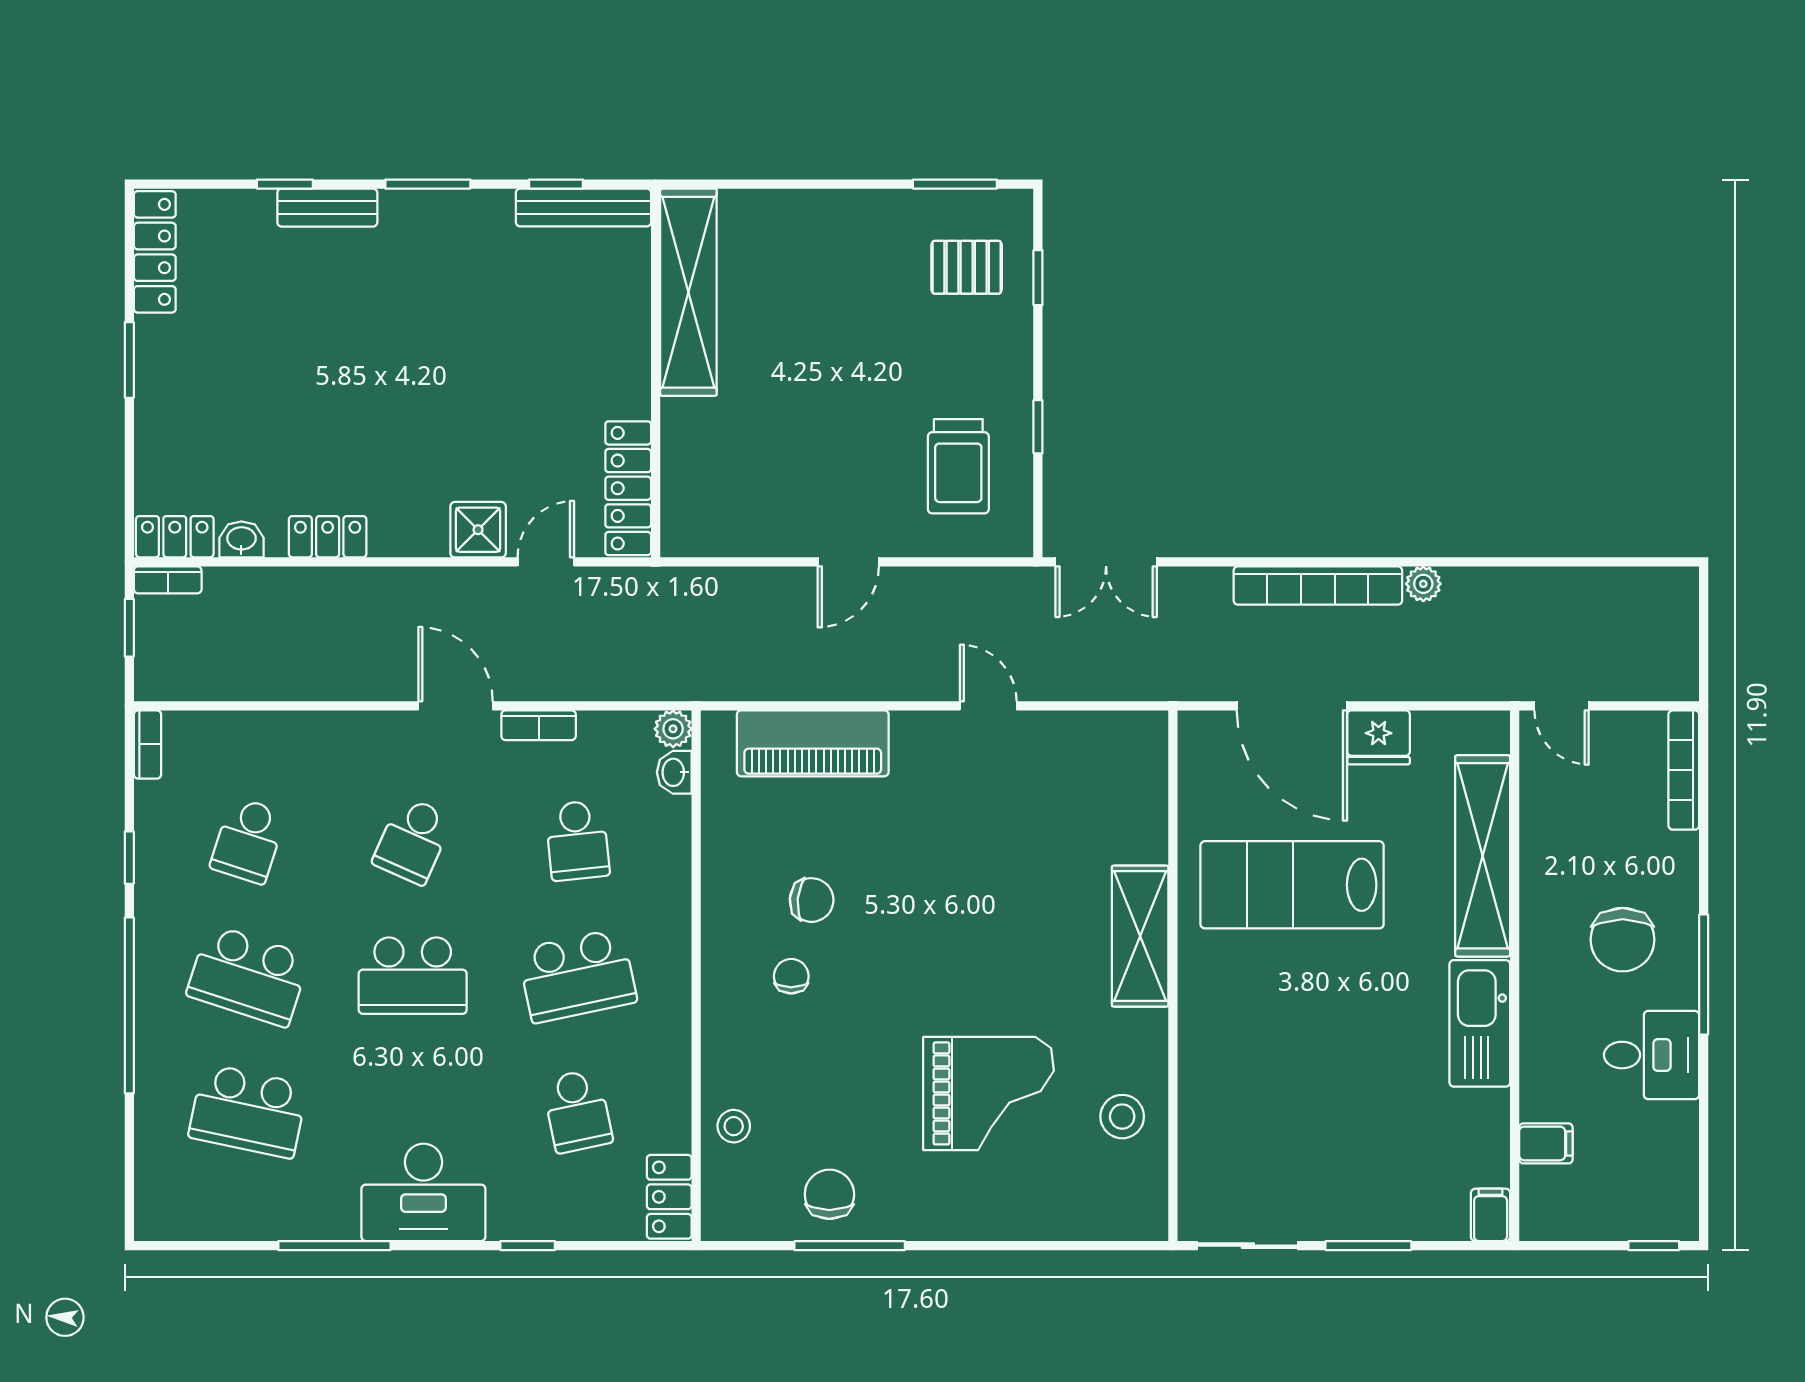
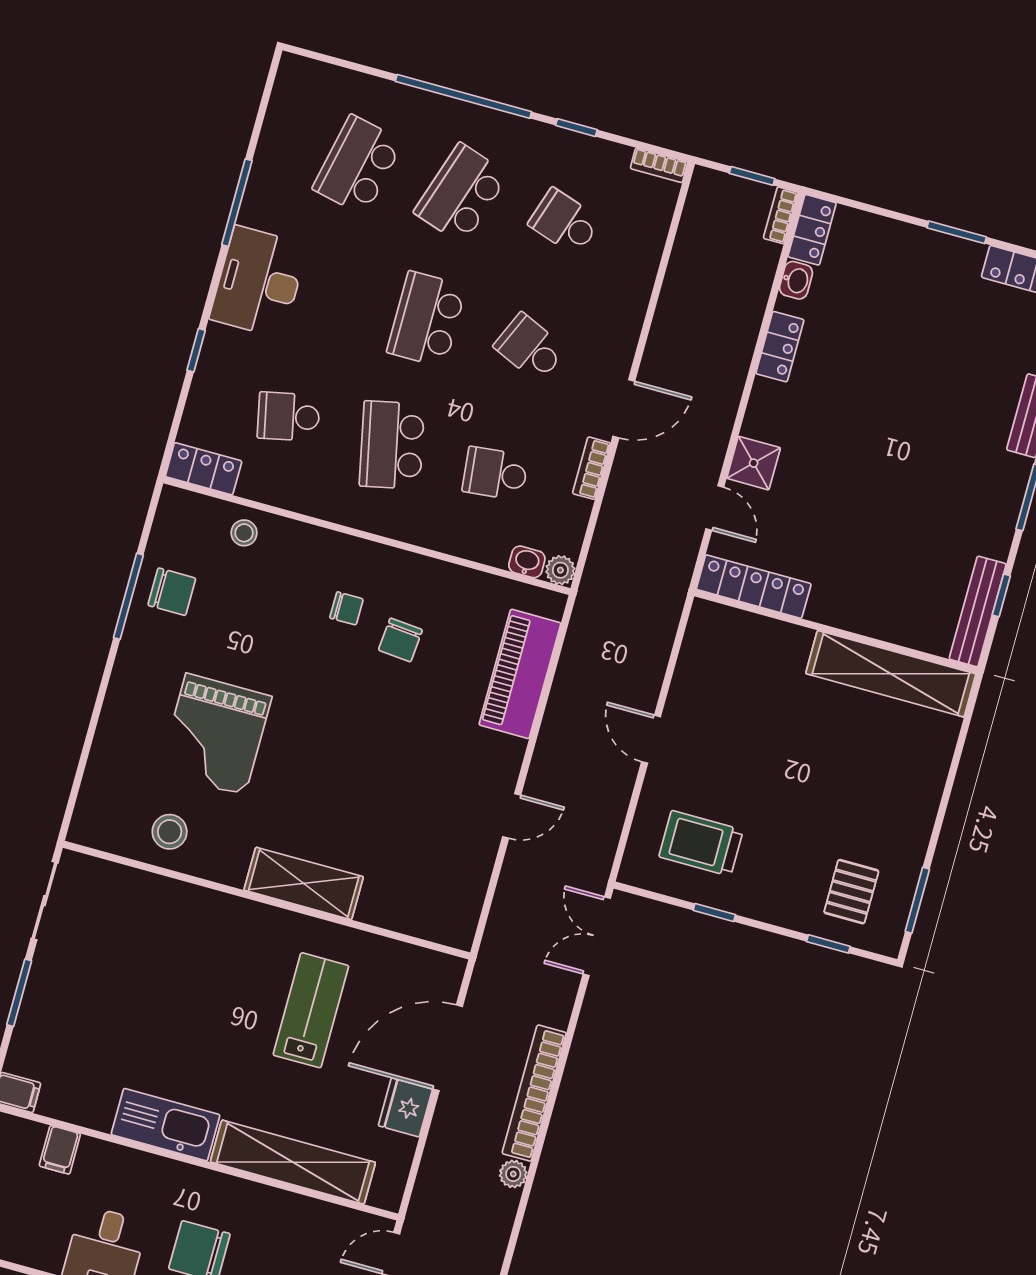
lab bench: (1292, 885) -> (311, 1010), width x0.73, depth x0.72

